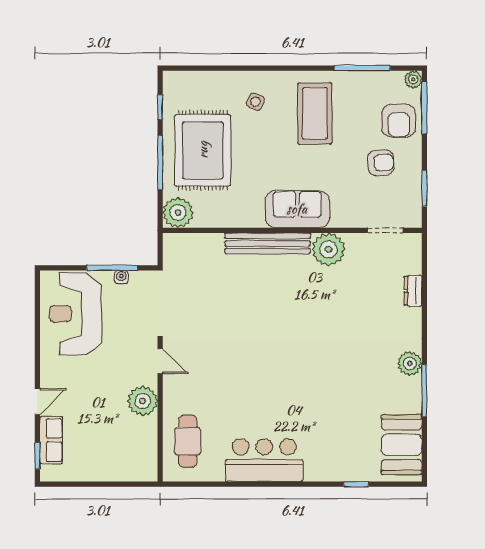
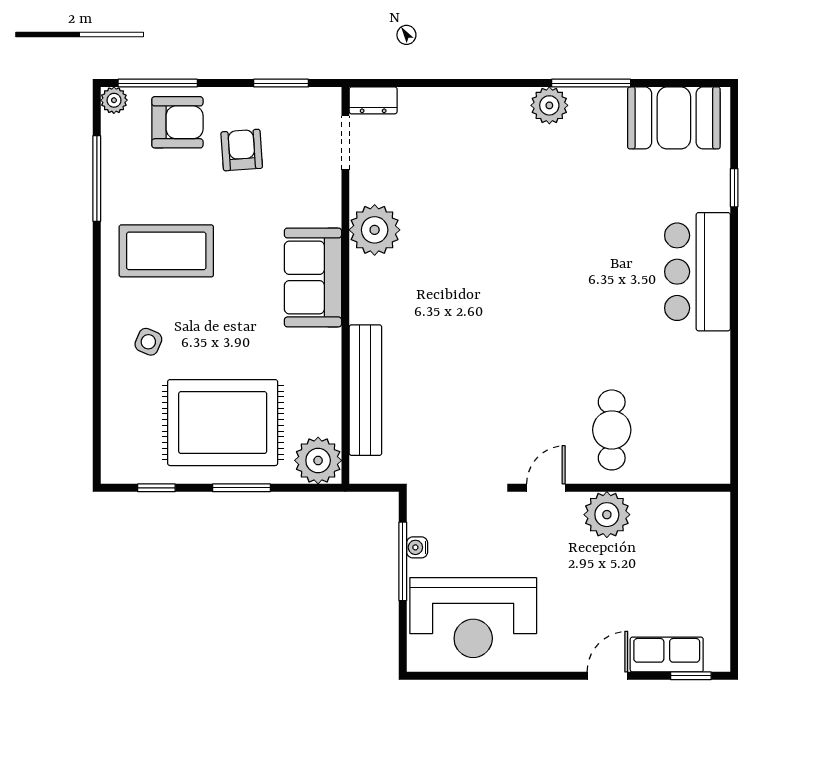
window: (160, 163) -> (242, 488), width x0.69
bench: (268, 243) -> (365, 390), moved
dresser: (413, 291) -> (373, 100), moved
door: (37, 401) -> (607, 676), hinge flipped
cafe table: (188, 441) -> (612, 430), moved, turned 90
bar counter: (264, 460) -> (697, 272), moved

